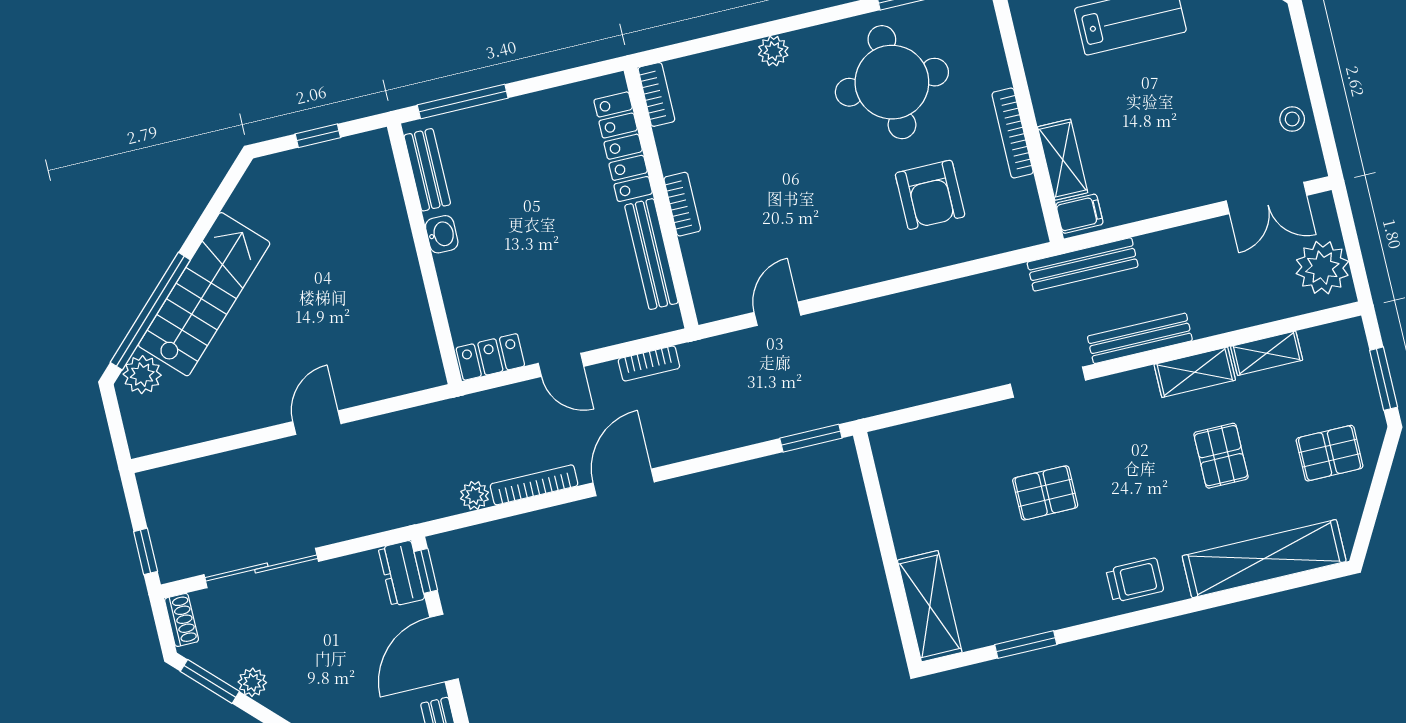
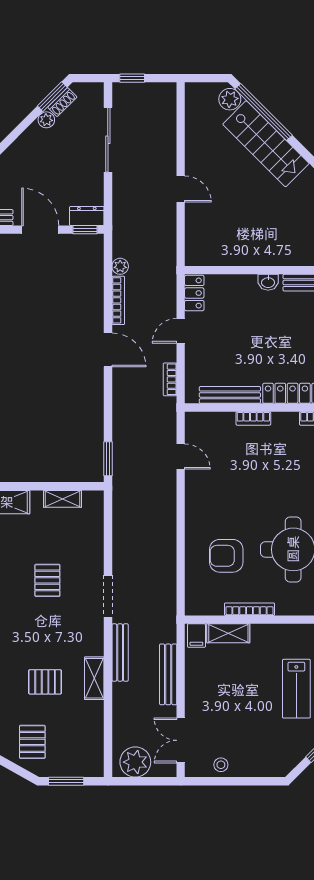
bench: (1083, 264) -> (168, 674), moved
shelving: (1267, 353) -> (63, 499), moved, turned 90
shoe rack: (182, 620) -> (62, 102), moved, turned -45

